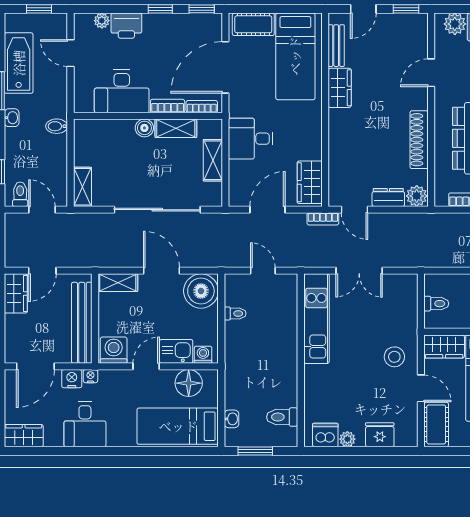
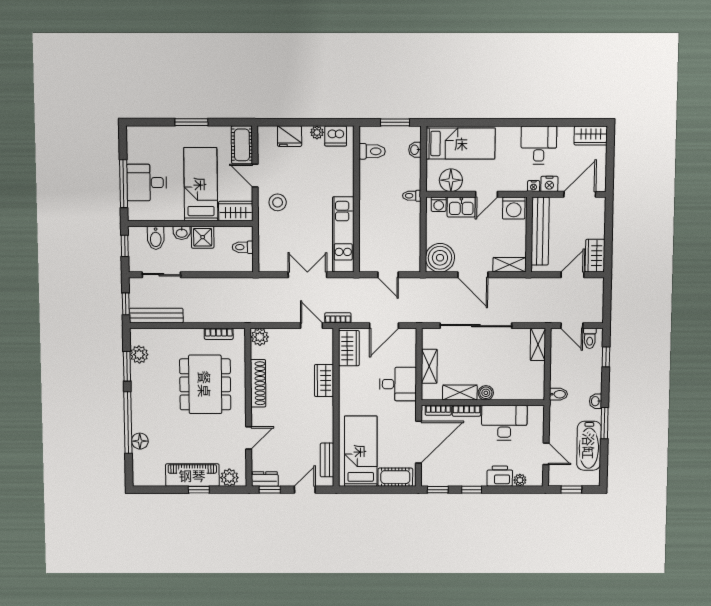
wardrobe: (340, 88) -> (324, 381), moved
dresser: (388, 197) -> (265, 479), moved, turned 180
toilet: (235, 313) -> (412, 196), moved

